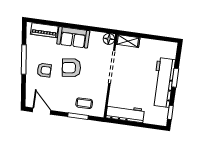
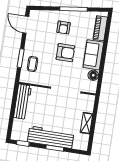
floor lamp: (109, 39) -> (93, 75), moved
shelving: (128, 41) -> (86, 123), moved
armchair: (71, 68) -> (65, 53), turned 97
door: (42, 111) -> (26, 25), swing flipped

